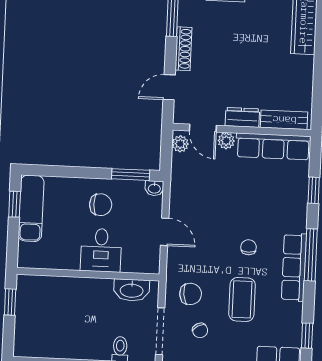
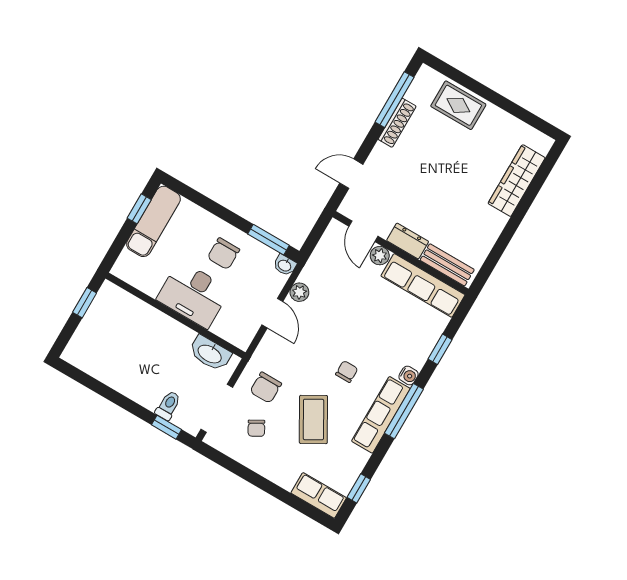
shoe rack: (183, 49) -> (397, 123), moved
plant: (180, 144) -> (299, 292), moved
chair: (101, 205) -> (224, 254), turned 90
water cooler: (300, 224) -> (409, 375), added
desk: (101, 250) -> (193, 294), width x1.37
chair: (191, 294) -> (266, 388), turned 96
coffee table: (242, 299) -> (313, 419), turned -30

